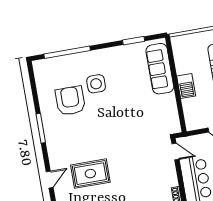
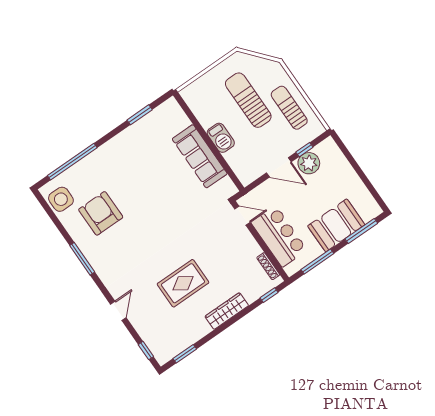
sofa: (160, 69) -> (200, 156), moved
side table: (96, 84) -> (61, 199), moved
rug: (90, 174) -> (183, 283), moved

